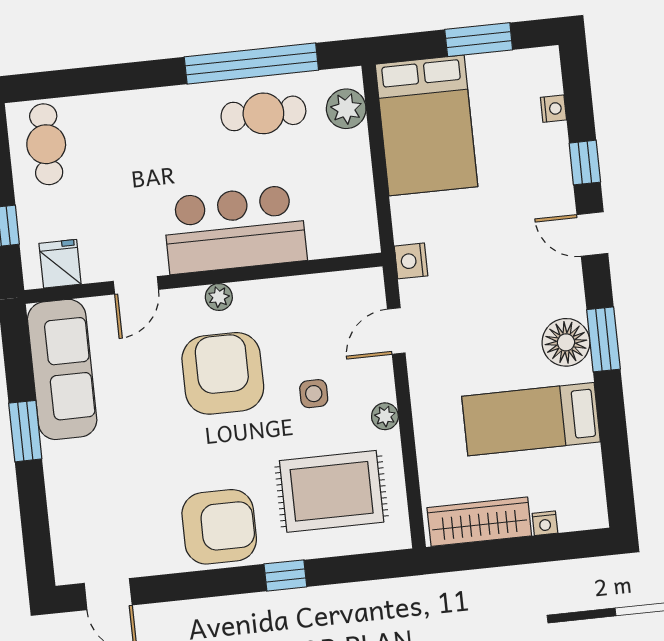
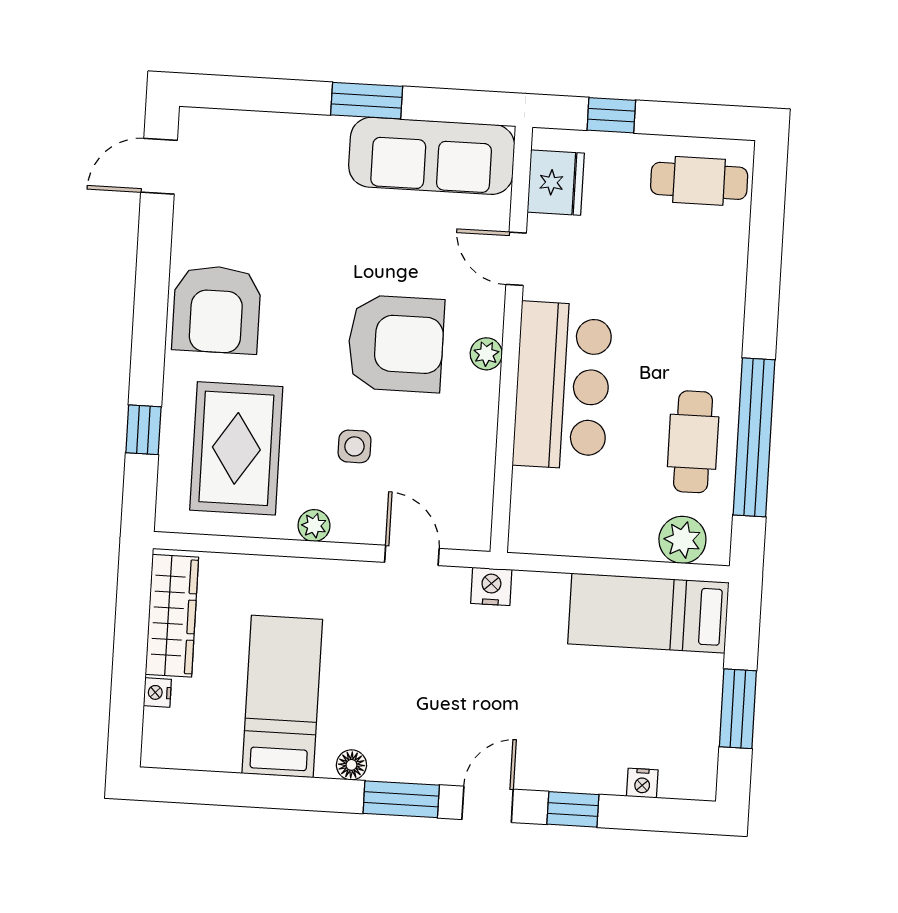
bed: (426, 125) -> (648, 613), width x0.67
fridge: (60, 264) -> (556, 183), width x1.38
window: (603, 339) -> (401, 799), moved
floor lamp: (566, 342) -> (351, 765), width x0.53, depth x0.53
window: (285, 575) -> (143, 430), moved

